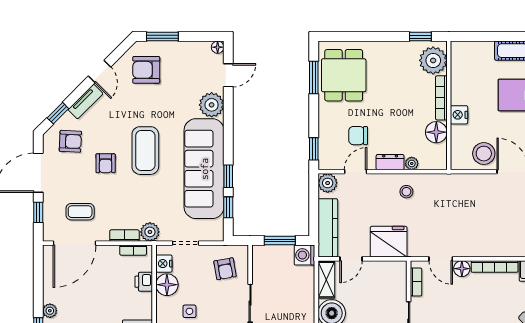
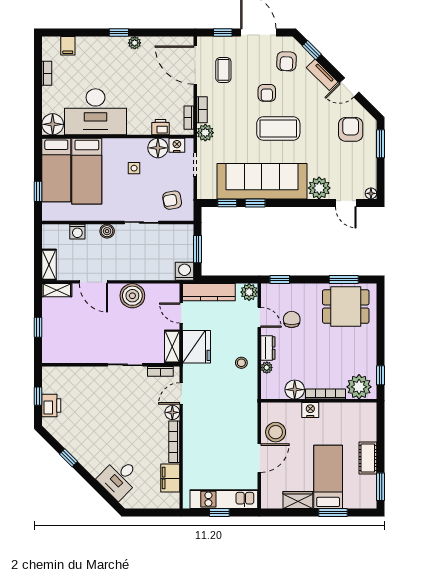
armchair: (106, 163) -> (267, 93), turned -90
shelving: (326, 280) -> (172, 347), moved, turned 90

